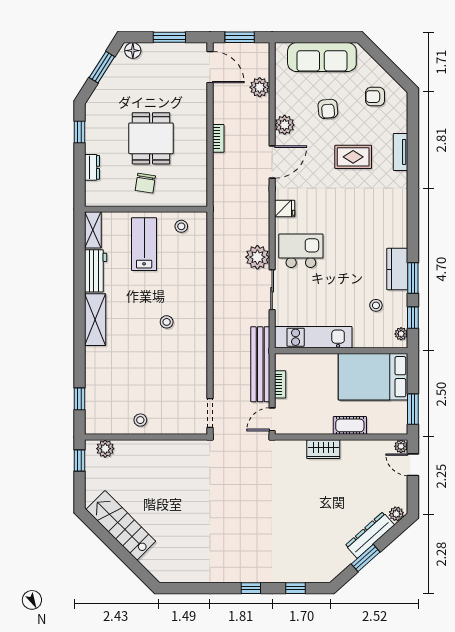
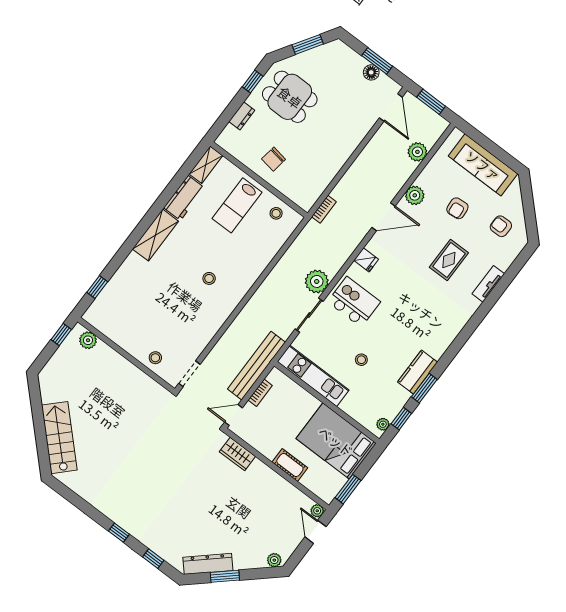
floor lamp: (133, 51) -> (371, 72), moved
dining table: (151, 138) -> (290, 97), moved, turned 90
bookcase: (218, 138) -> (324, 209), moved
rug: (353, 157) -> (449, 260), turned 90
lab bench: (144, 244) -> (237, 205), turned 180
stool: (376, 305) -> (361, 360), moved
stool: (140, 420) -> (155, 358), moved
wardrobe: (323, 449) -> (237, 454), moved
stairs: (121, 525) -> (59, 438), moved
dresser: (370, 535) -> (208, 564), moved

